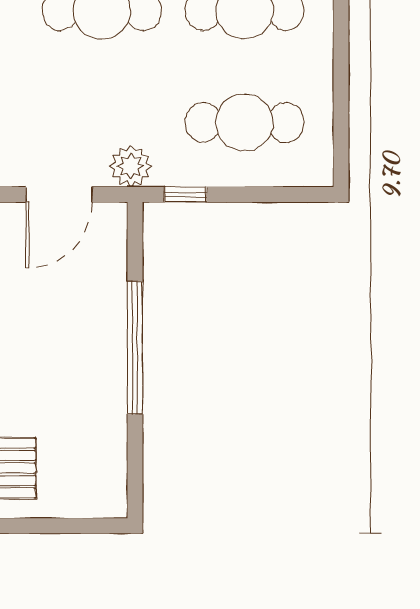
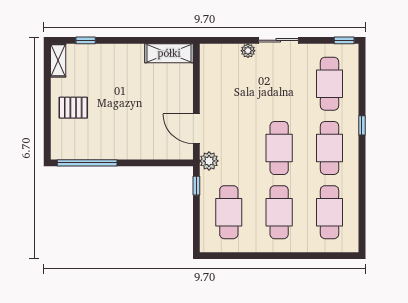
window: (135, 348) -> (87, 163), moved

